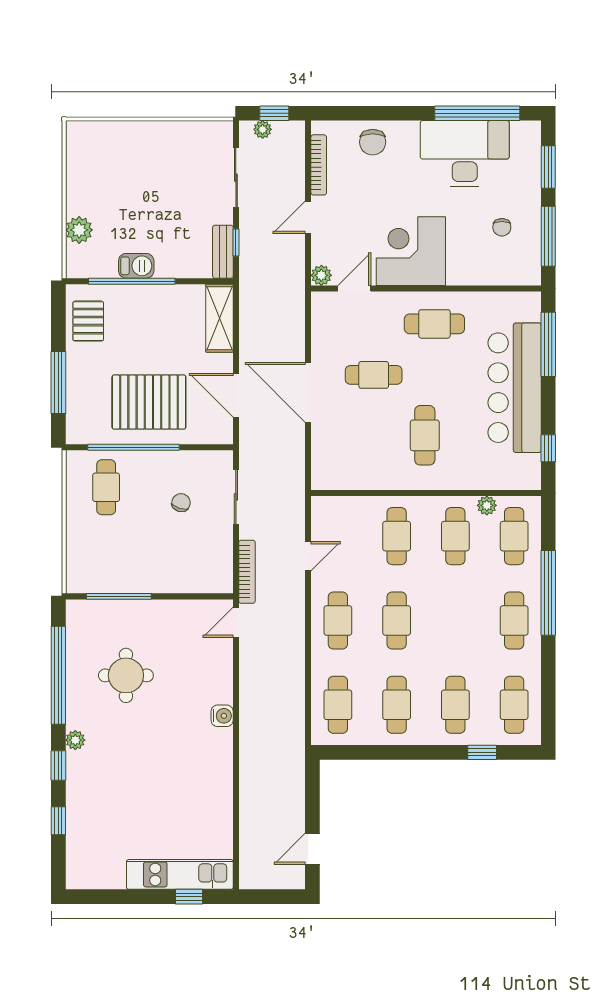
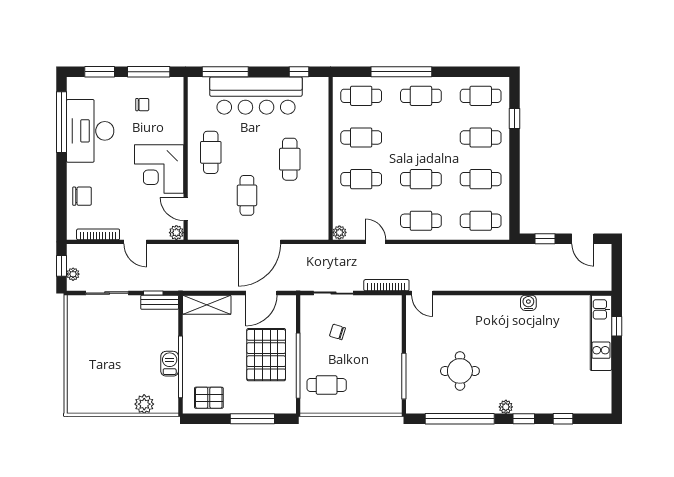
cafe table: (425, 435) -> (290, 159), turned 90
plant: (487, 505) -> (339, 232), moved
water cooler: (222, 716) -> (528, 303), moved
window: (312, 795) -> (545, 239), added

